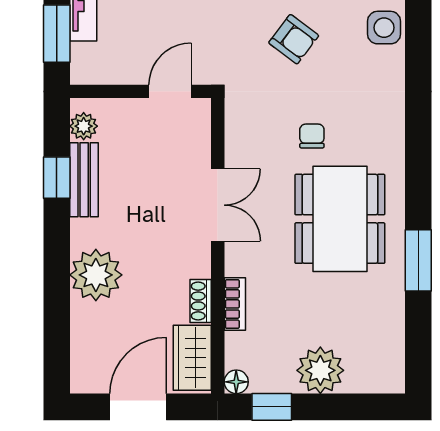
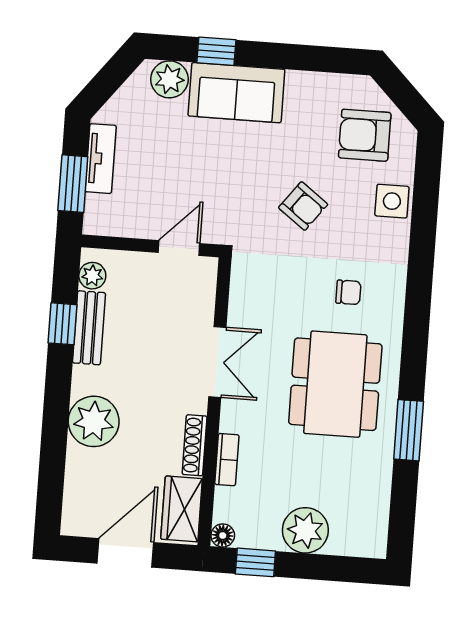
chair: (312, 136) -> (348, 292), moved, turned 90
shoe rack: (201, 301) -> (195, 445), width x1.43

